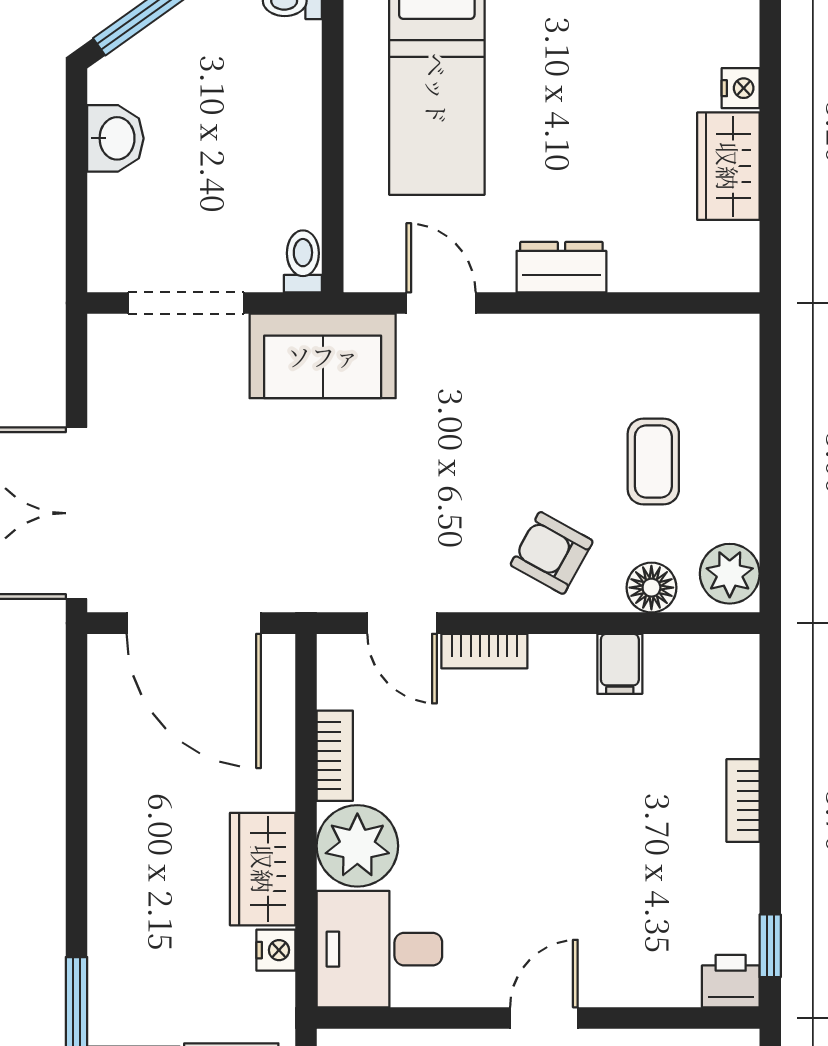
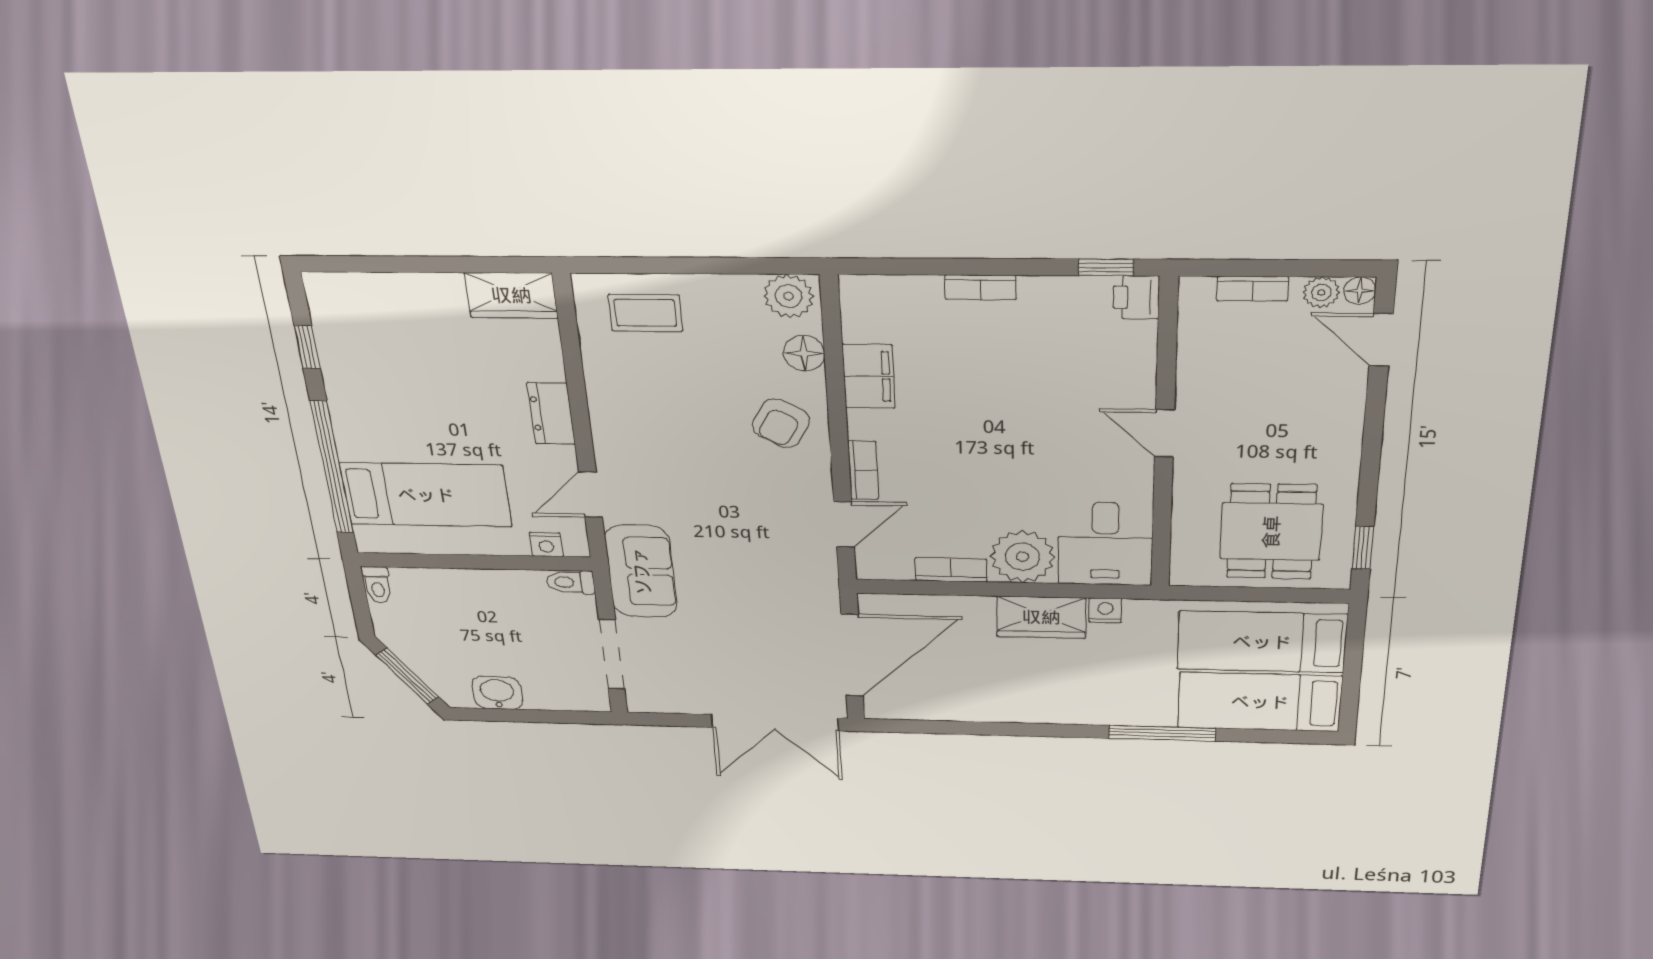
nightstand: (741, 88) -> (546, 545), moved, turned 180
wardrobe: (728, 166) -> (511, 295), moved
coffee table: (653, 462) -> (646, 313), moved
filing cabinet: (620, 664) -> (869, 376), width x2.00

